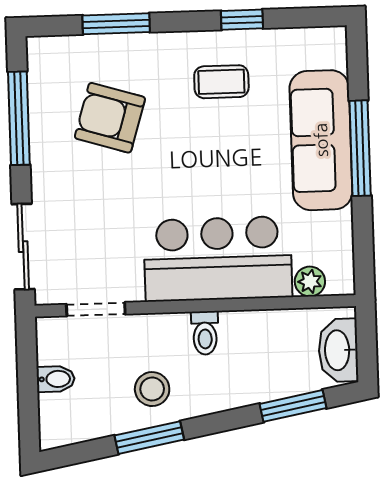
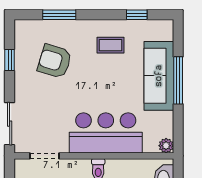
window: (242, 20) -> (137, 15), moved
window: (19, 118) -> (10, 60), width x0.46
plant: (310, 281) -> (166, 146), moved

